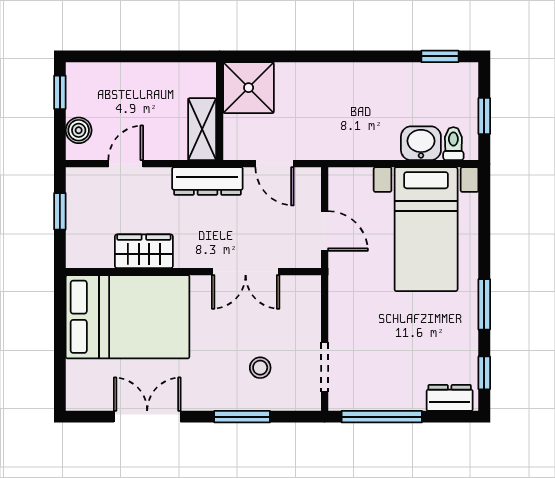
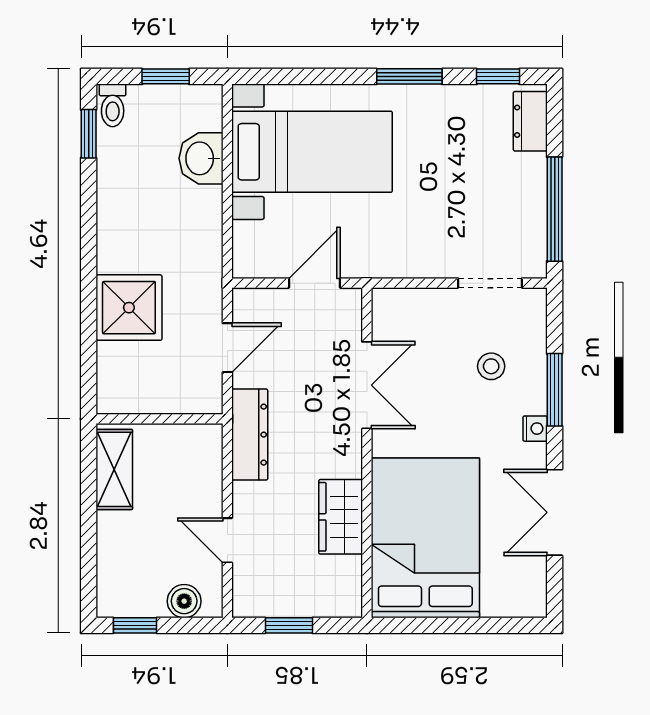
shower: (249, 88) -> (129, 308), moved
shelving: (202, 129) -> (114, 469), moved, turned 90
toilet: (453, 144) -> (113, 105), moved, turned -90
nightstand: (212, 402) -> (535, 429), added

